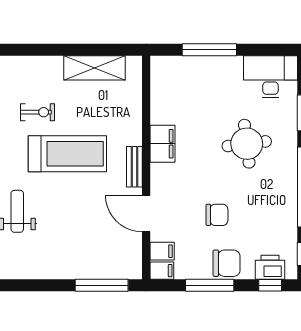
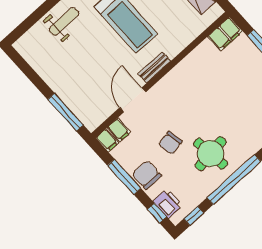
filing cabinet: (162, 144) -> (225, 34), moved
round table: (247, 144) -> (211, 154), moved
chair: (217, 215) -> (170, 143), turned 79
chair: (227, 263) -> (147, 175), turned 180

